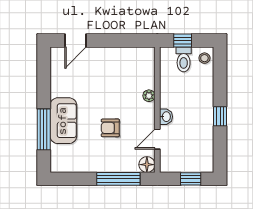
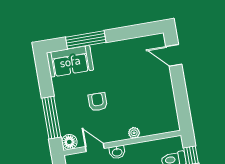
sofa: (63, 121) -> (70, 61), moved

